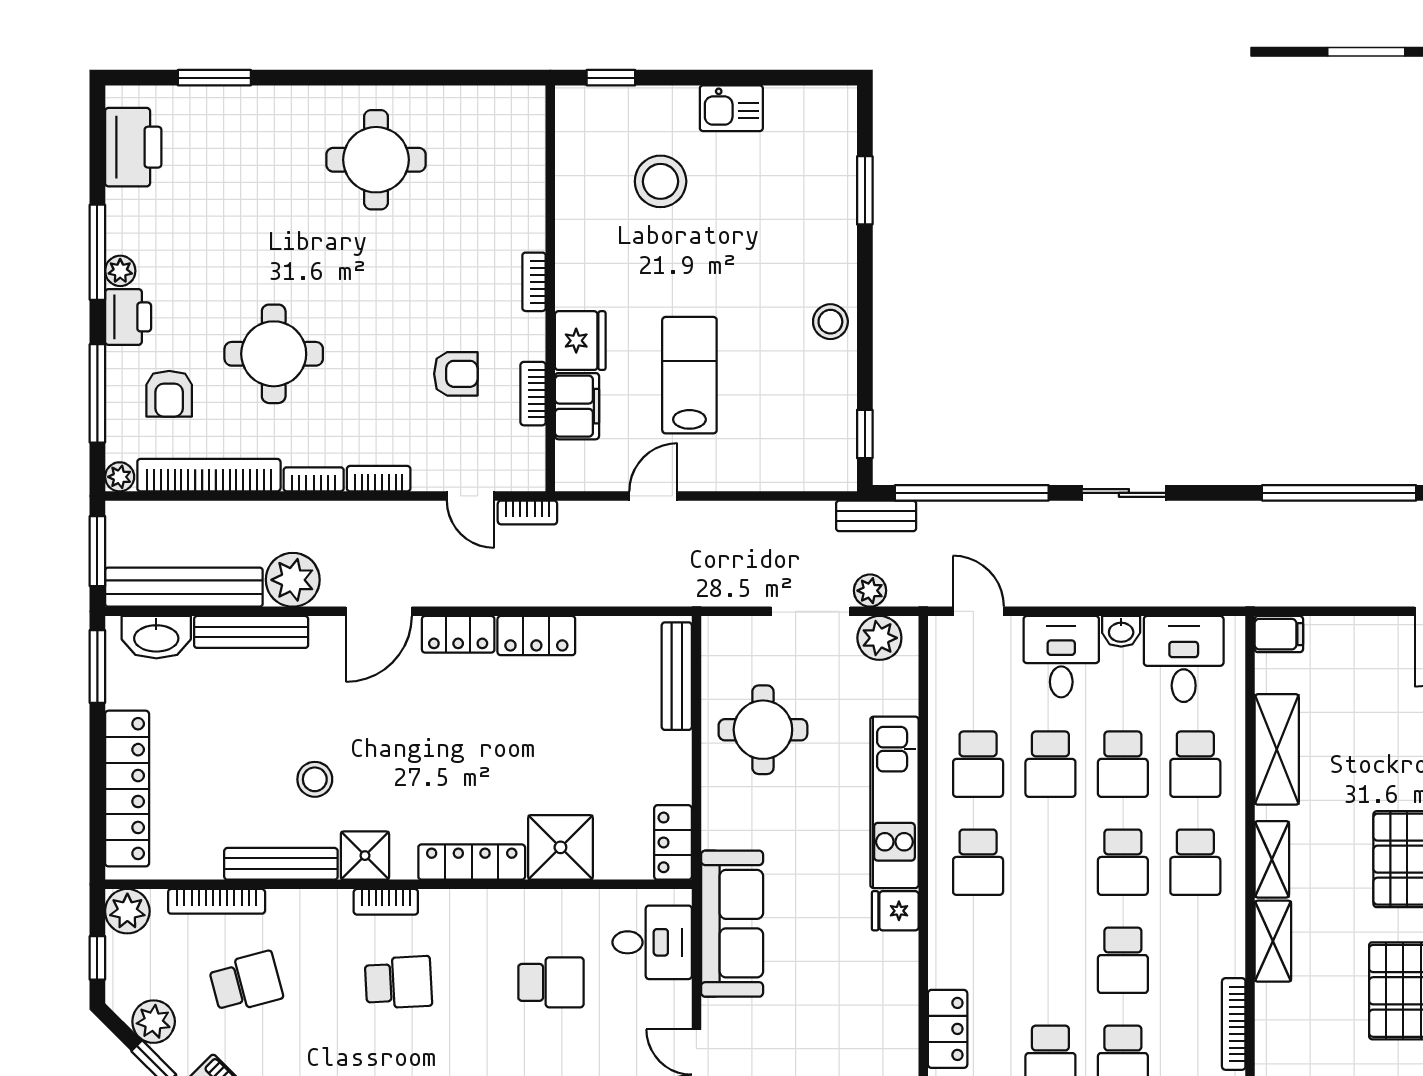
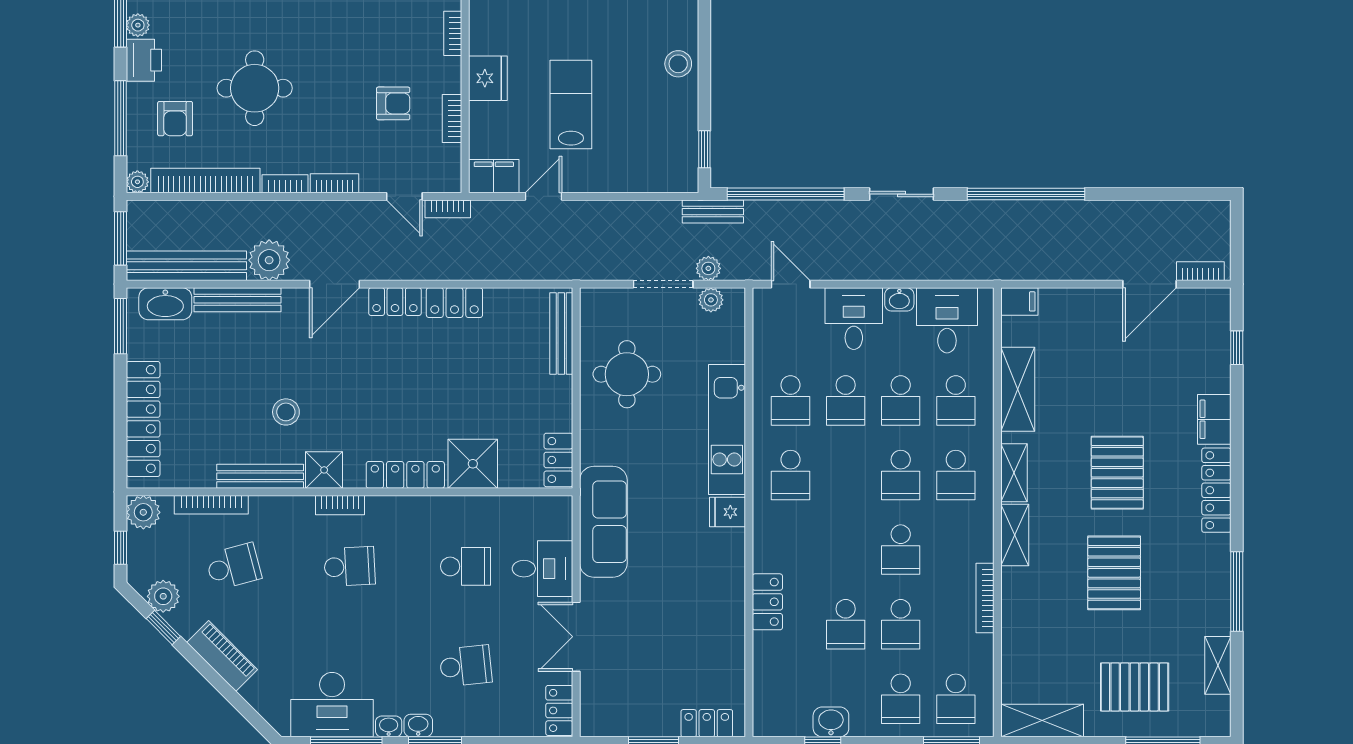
filing cabinet: (577, 406) -> (494, 176), moved, turned -90
window: (1339, 493) -> (1026, 194), moved
plant: (879, 638) -> (711, 300), width x0.73, depth x0.73
desk: (652, 942) -> (543, 569), moved

